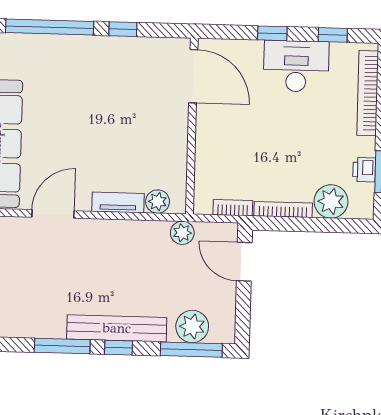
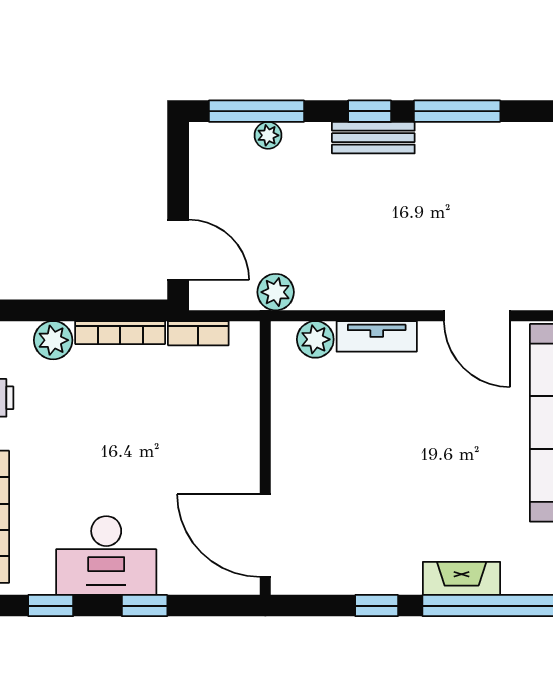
fireplace: (68, 45) -> (462, 578), added
plant: (331, 201) -> (53, 340), width x0.73, depth x0.73
door: (53, 214) -> (477, 316), hinge flipped
plant: (192, 326) -> (268, 135), width x0.53, depth x0.53
bench: (117, 328) -> (373, 138), width x0.54, depth x0.82

